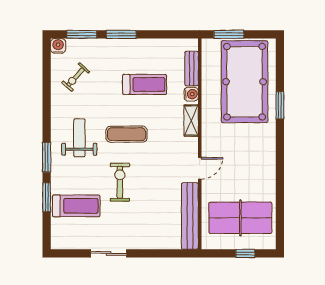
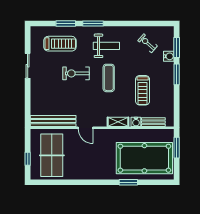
water cooler: (58, 46) -> (169, 56), moved
exercise bike: (120, 182) -> (76, 73), turned 180
treadmill: (76, 206) -> (60, 44), turned -90

